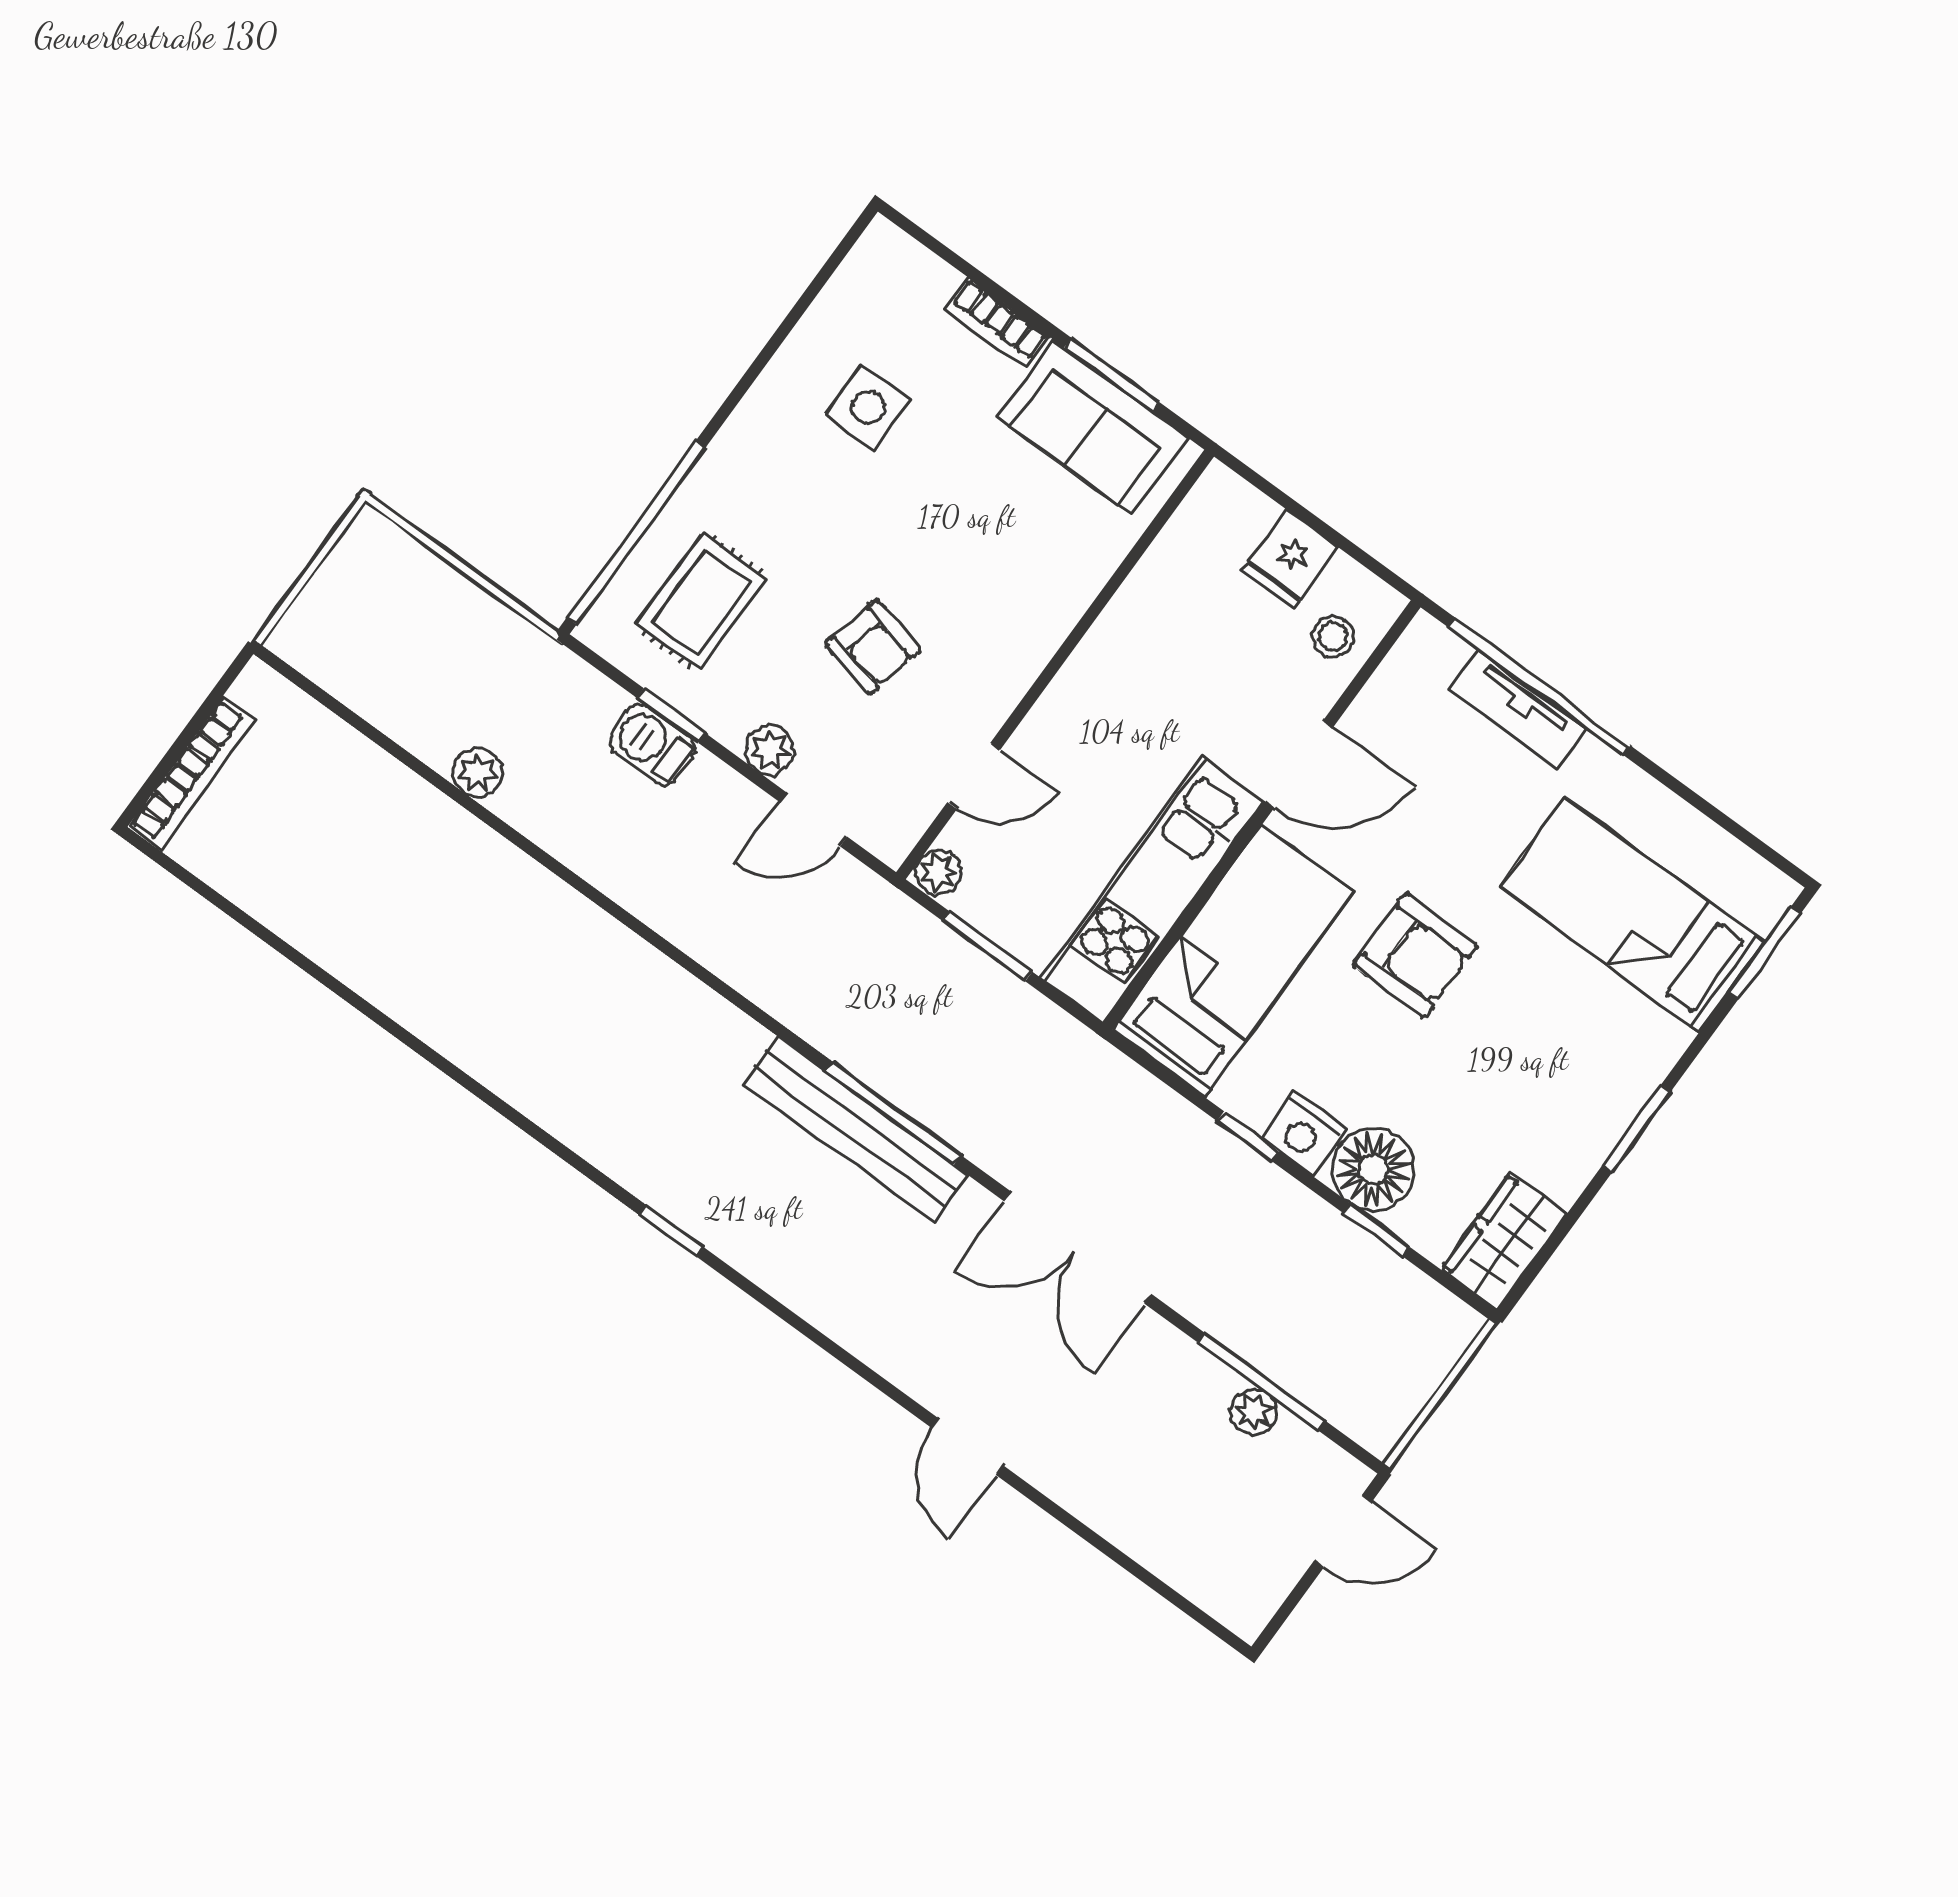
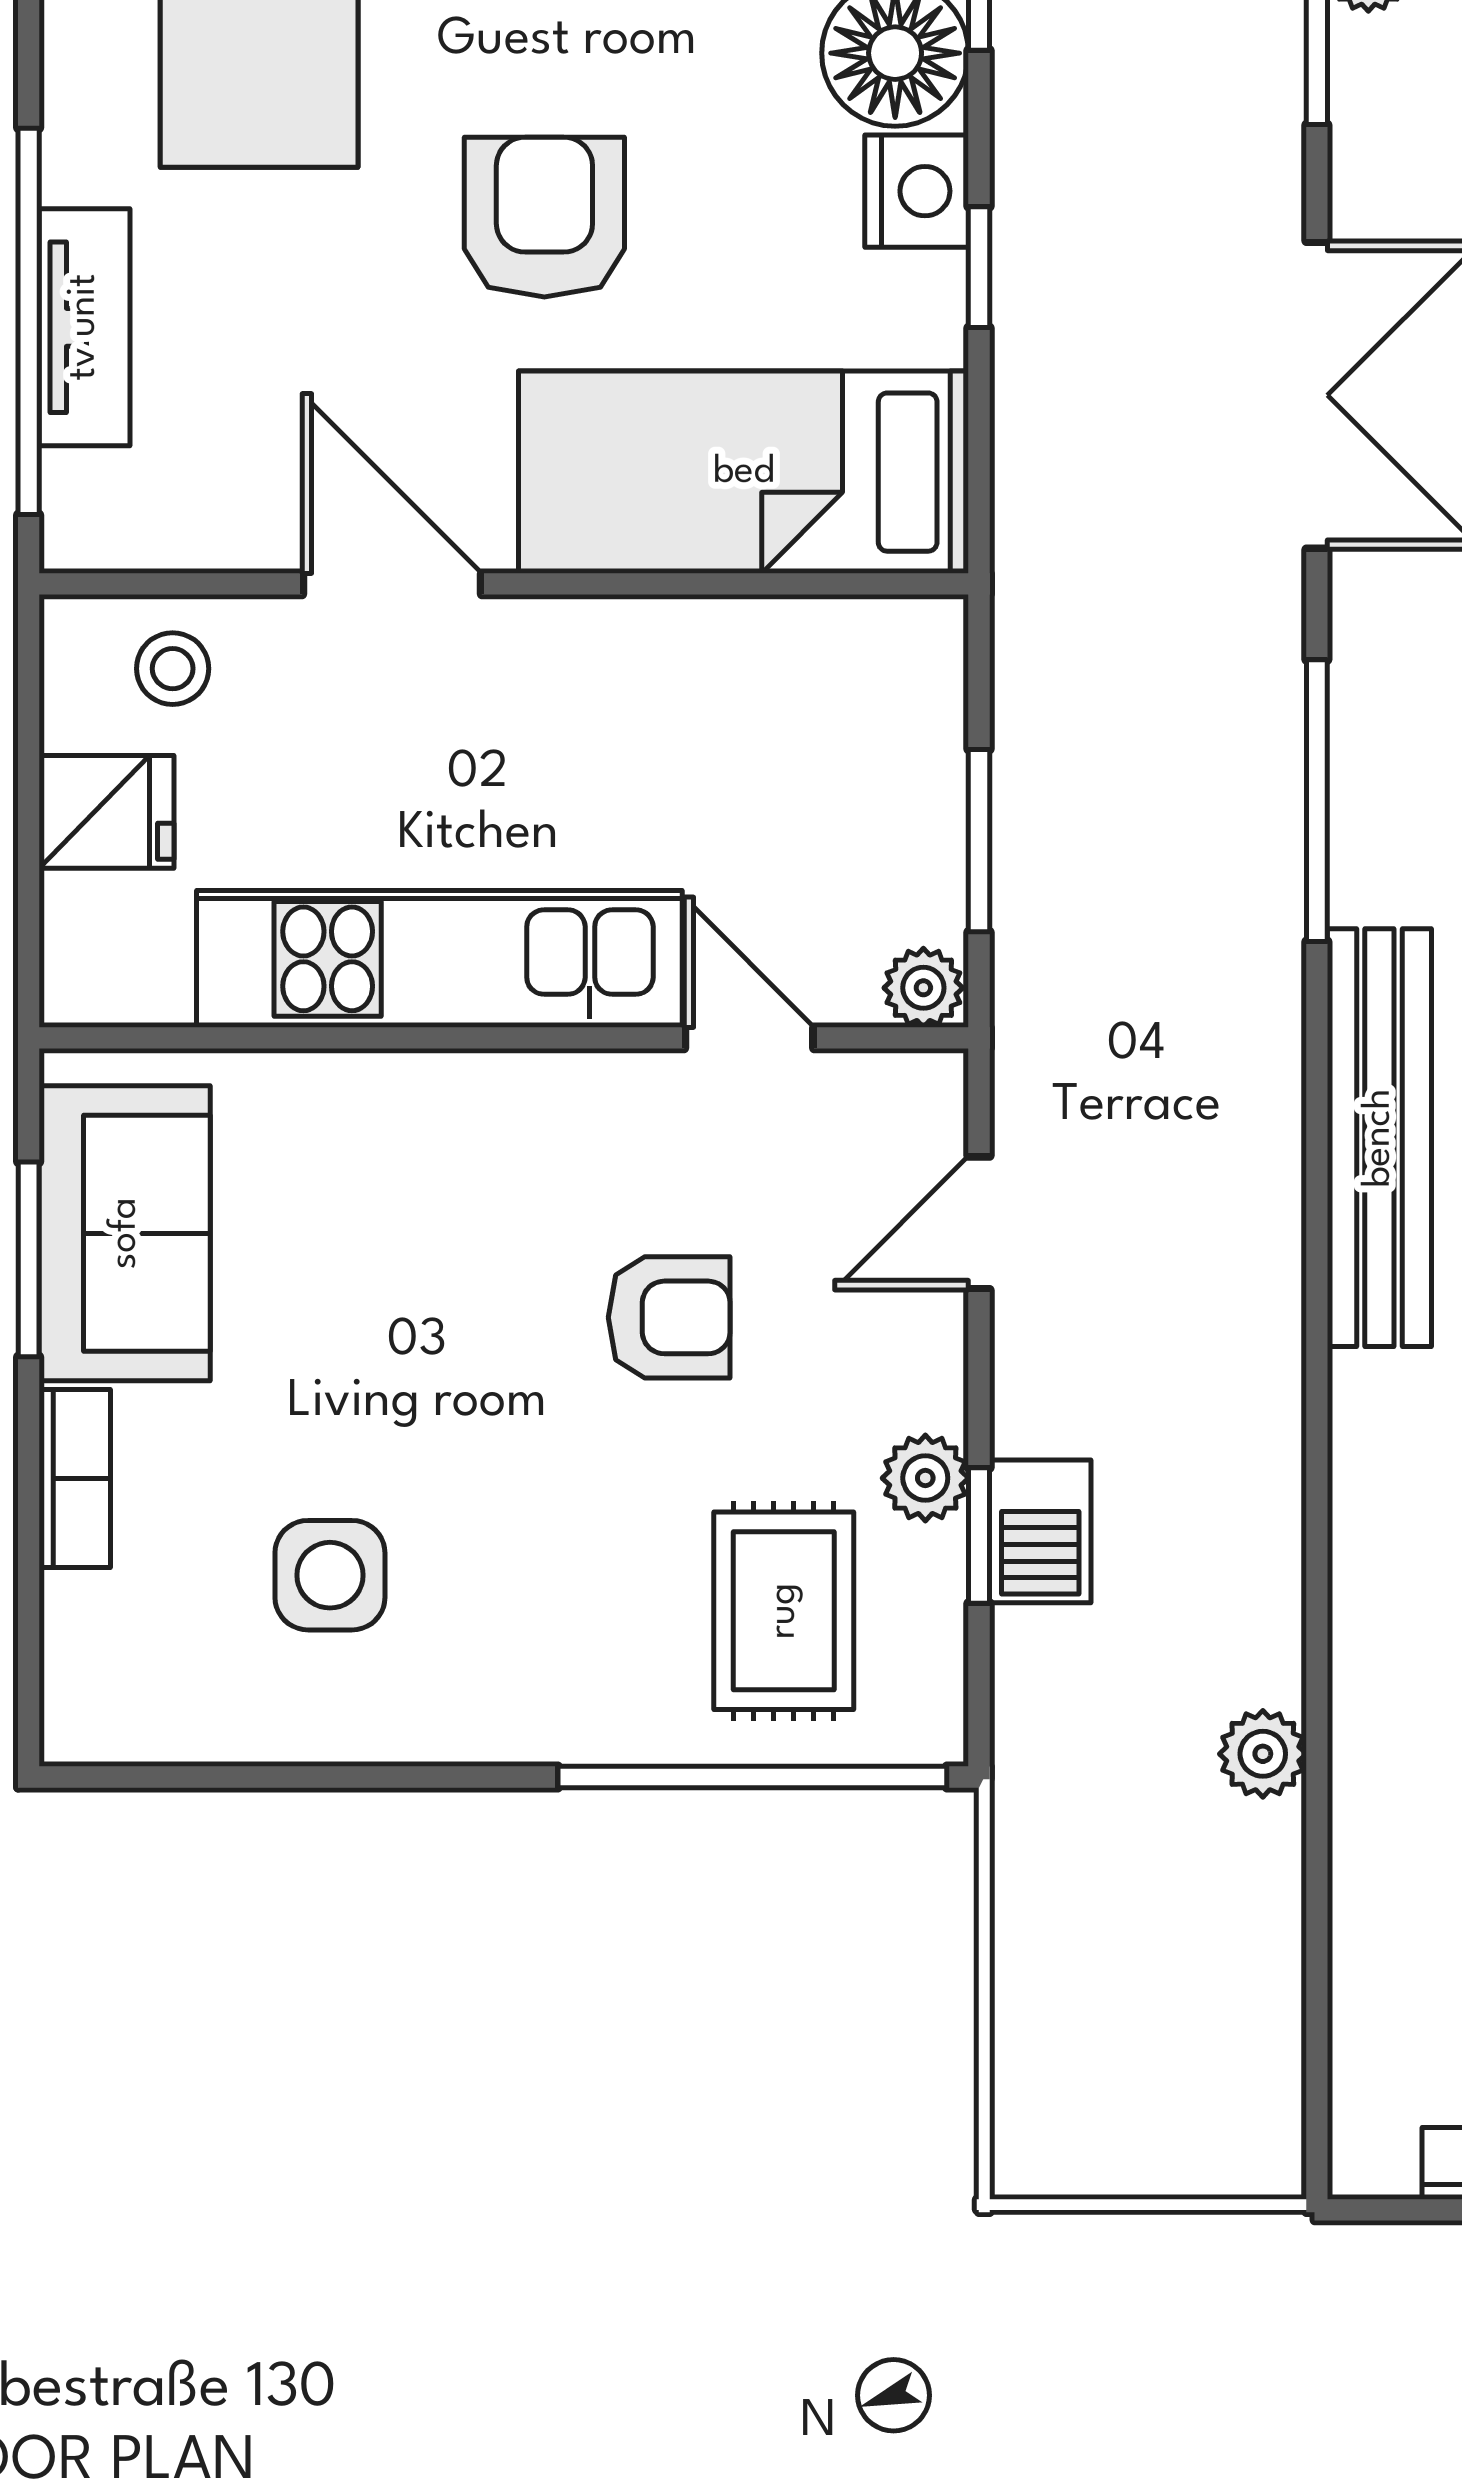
rug: (702, 602) -> (784, 1611), turned 90
armchair: (873, 647) -> (669, 1317), turned 77
plant: (770, 750) -> (925, 1478), moved
door: (813, 819) -> (979, 1223), swing flipped
kitchen unit: (1152, 890) -> (439, 959), moved, turned 180
bench: (855, 1129) -> (1379, 1138), moved

